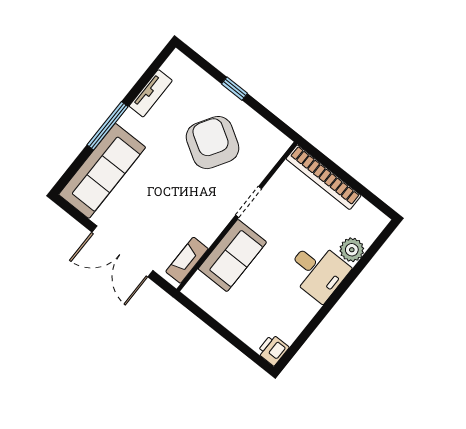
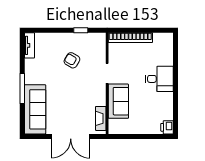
window: (234, 89) -> (81, 30), moved
tv unit: (151, 93) -> (29, 45), moved
armchair: (213, 143) -> (72, 60), width x0.53, depth x0.53
plant: (352, 250) -> (167, 59), removed

